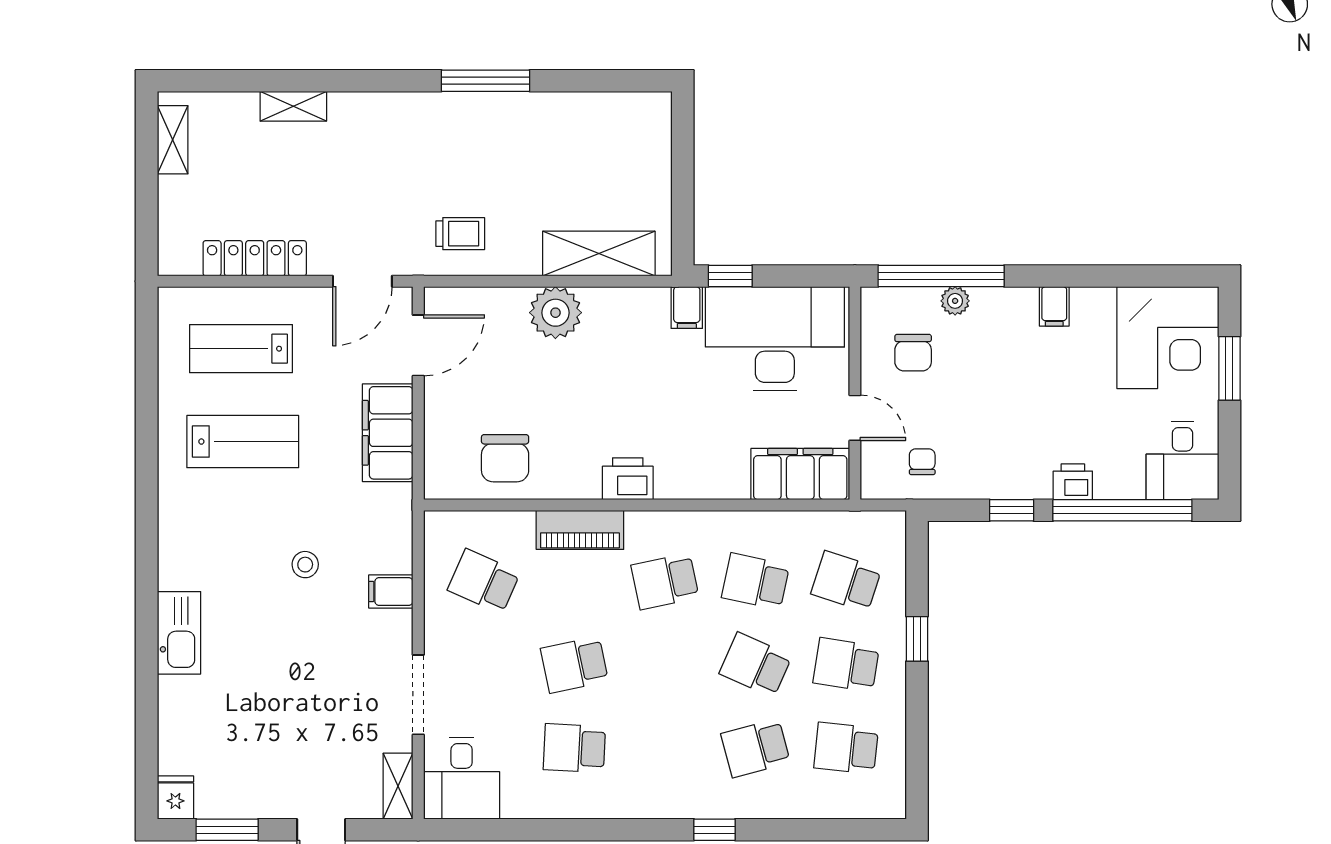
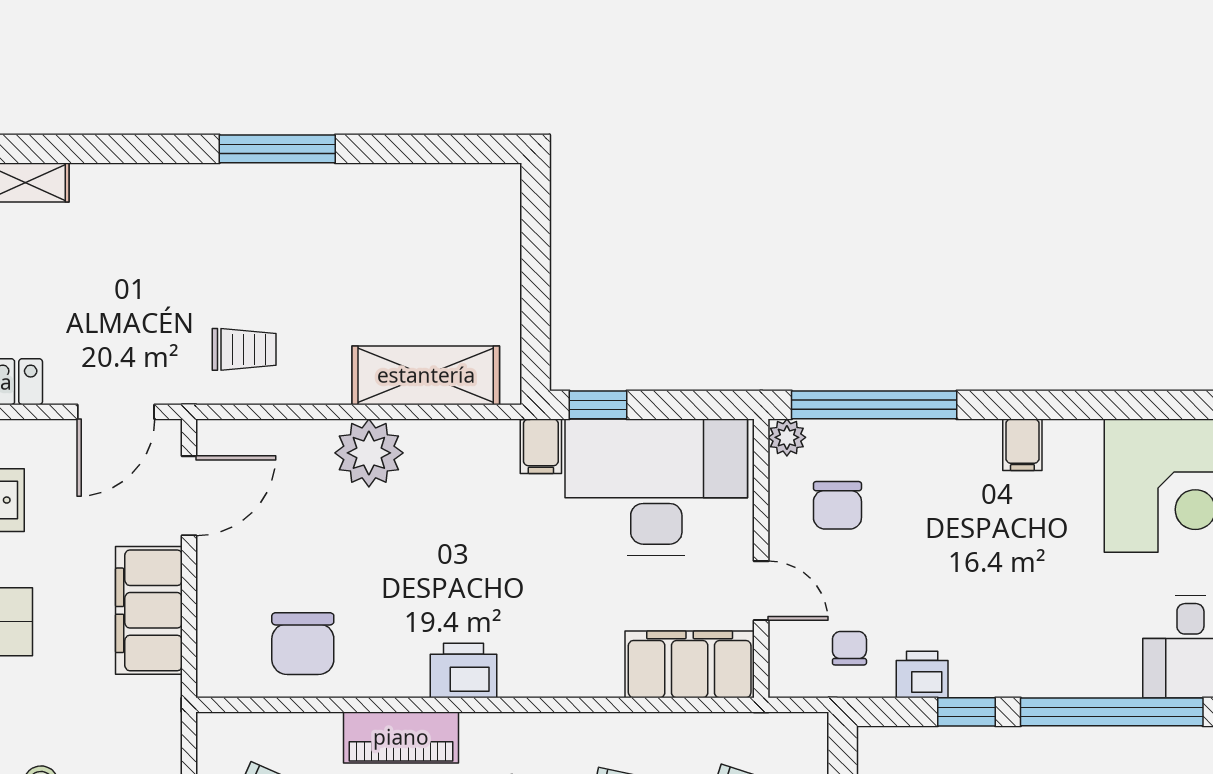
plant: (955, 301) -> (787, 437), moved
printer: (1073, 482) -> (922, 674), moved

